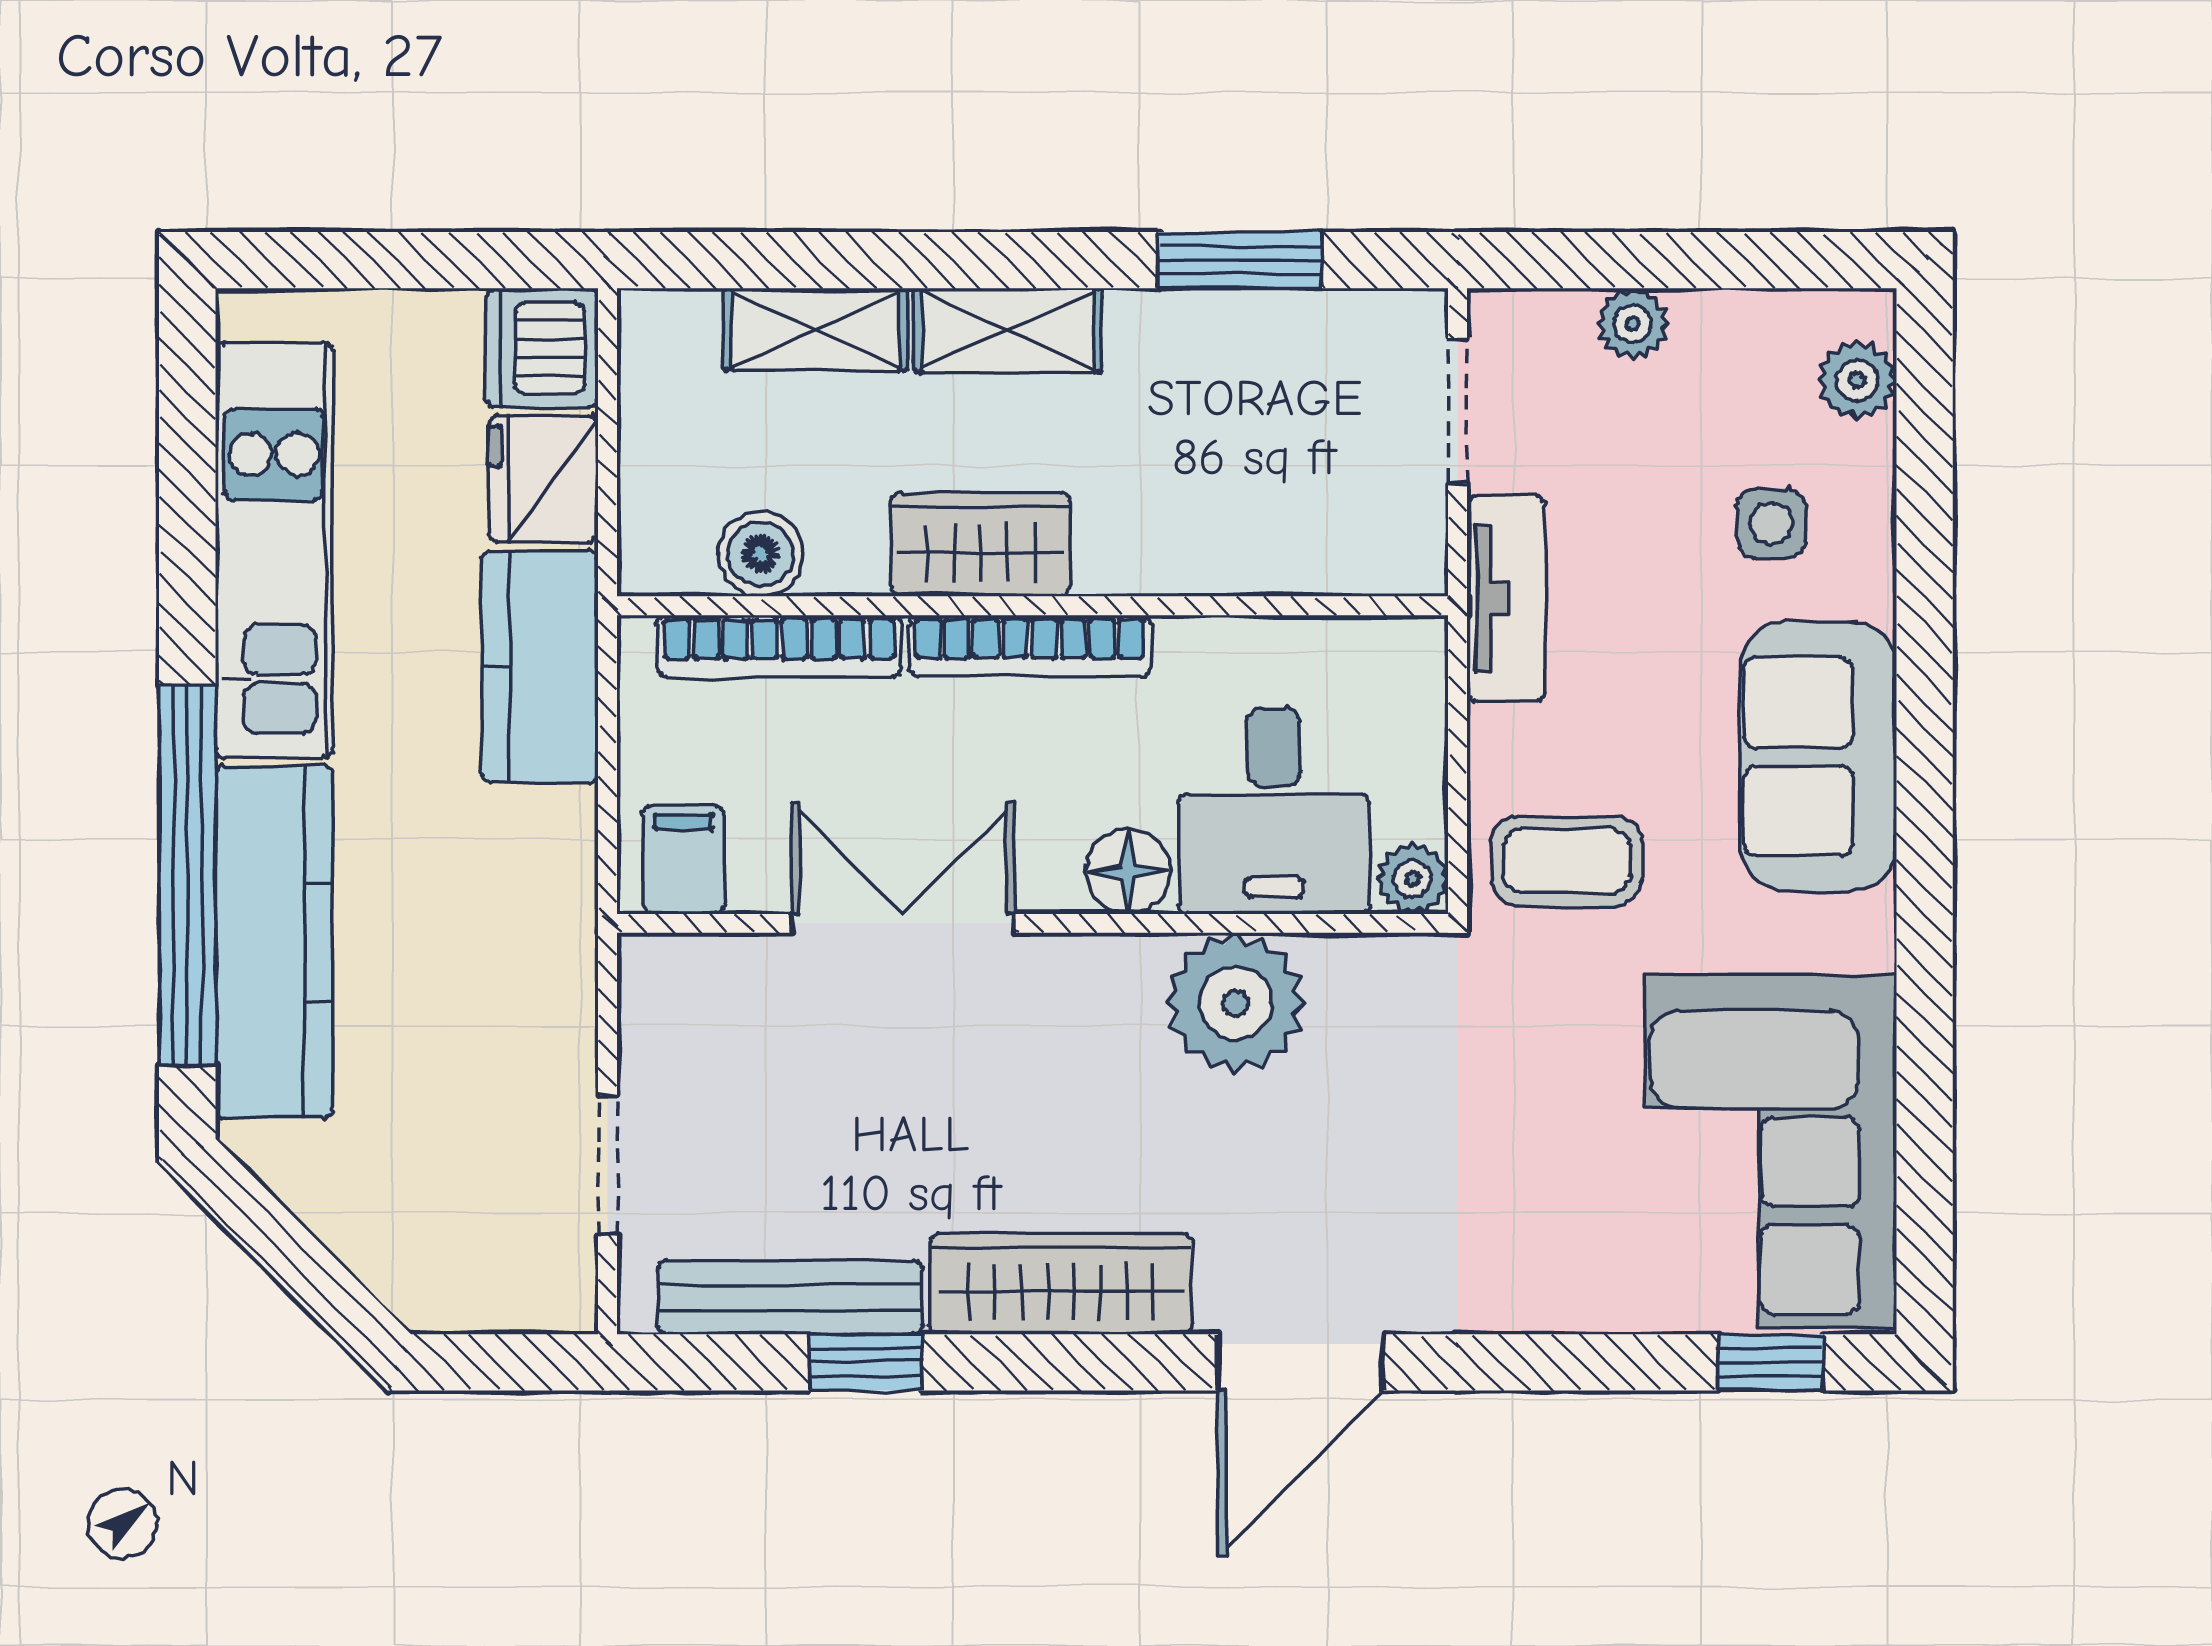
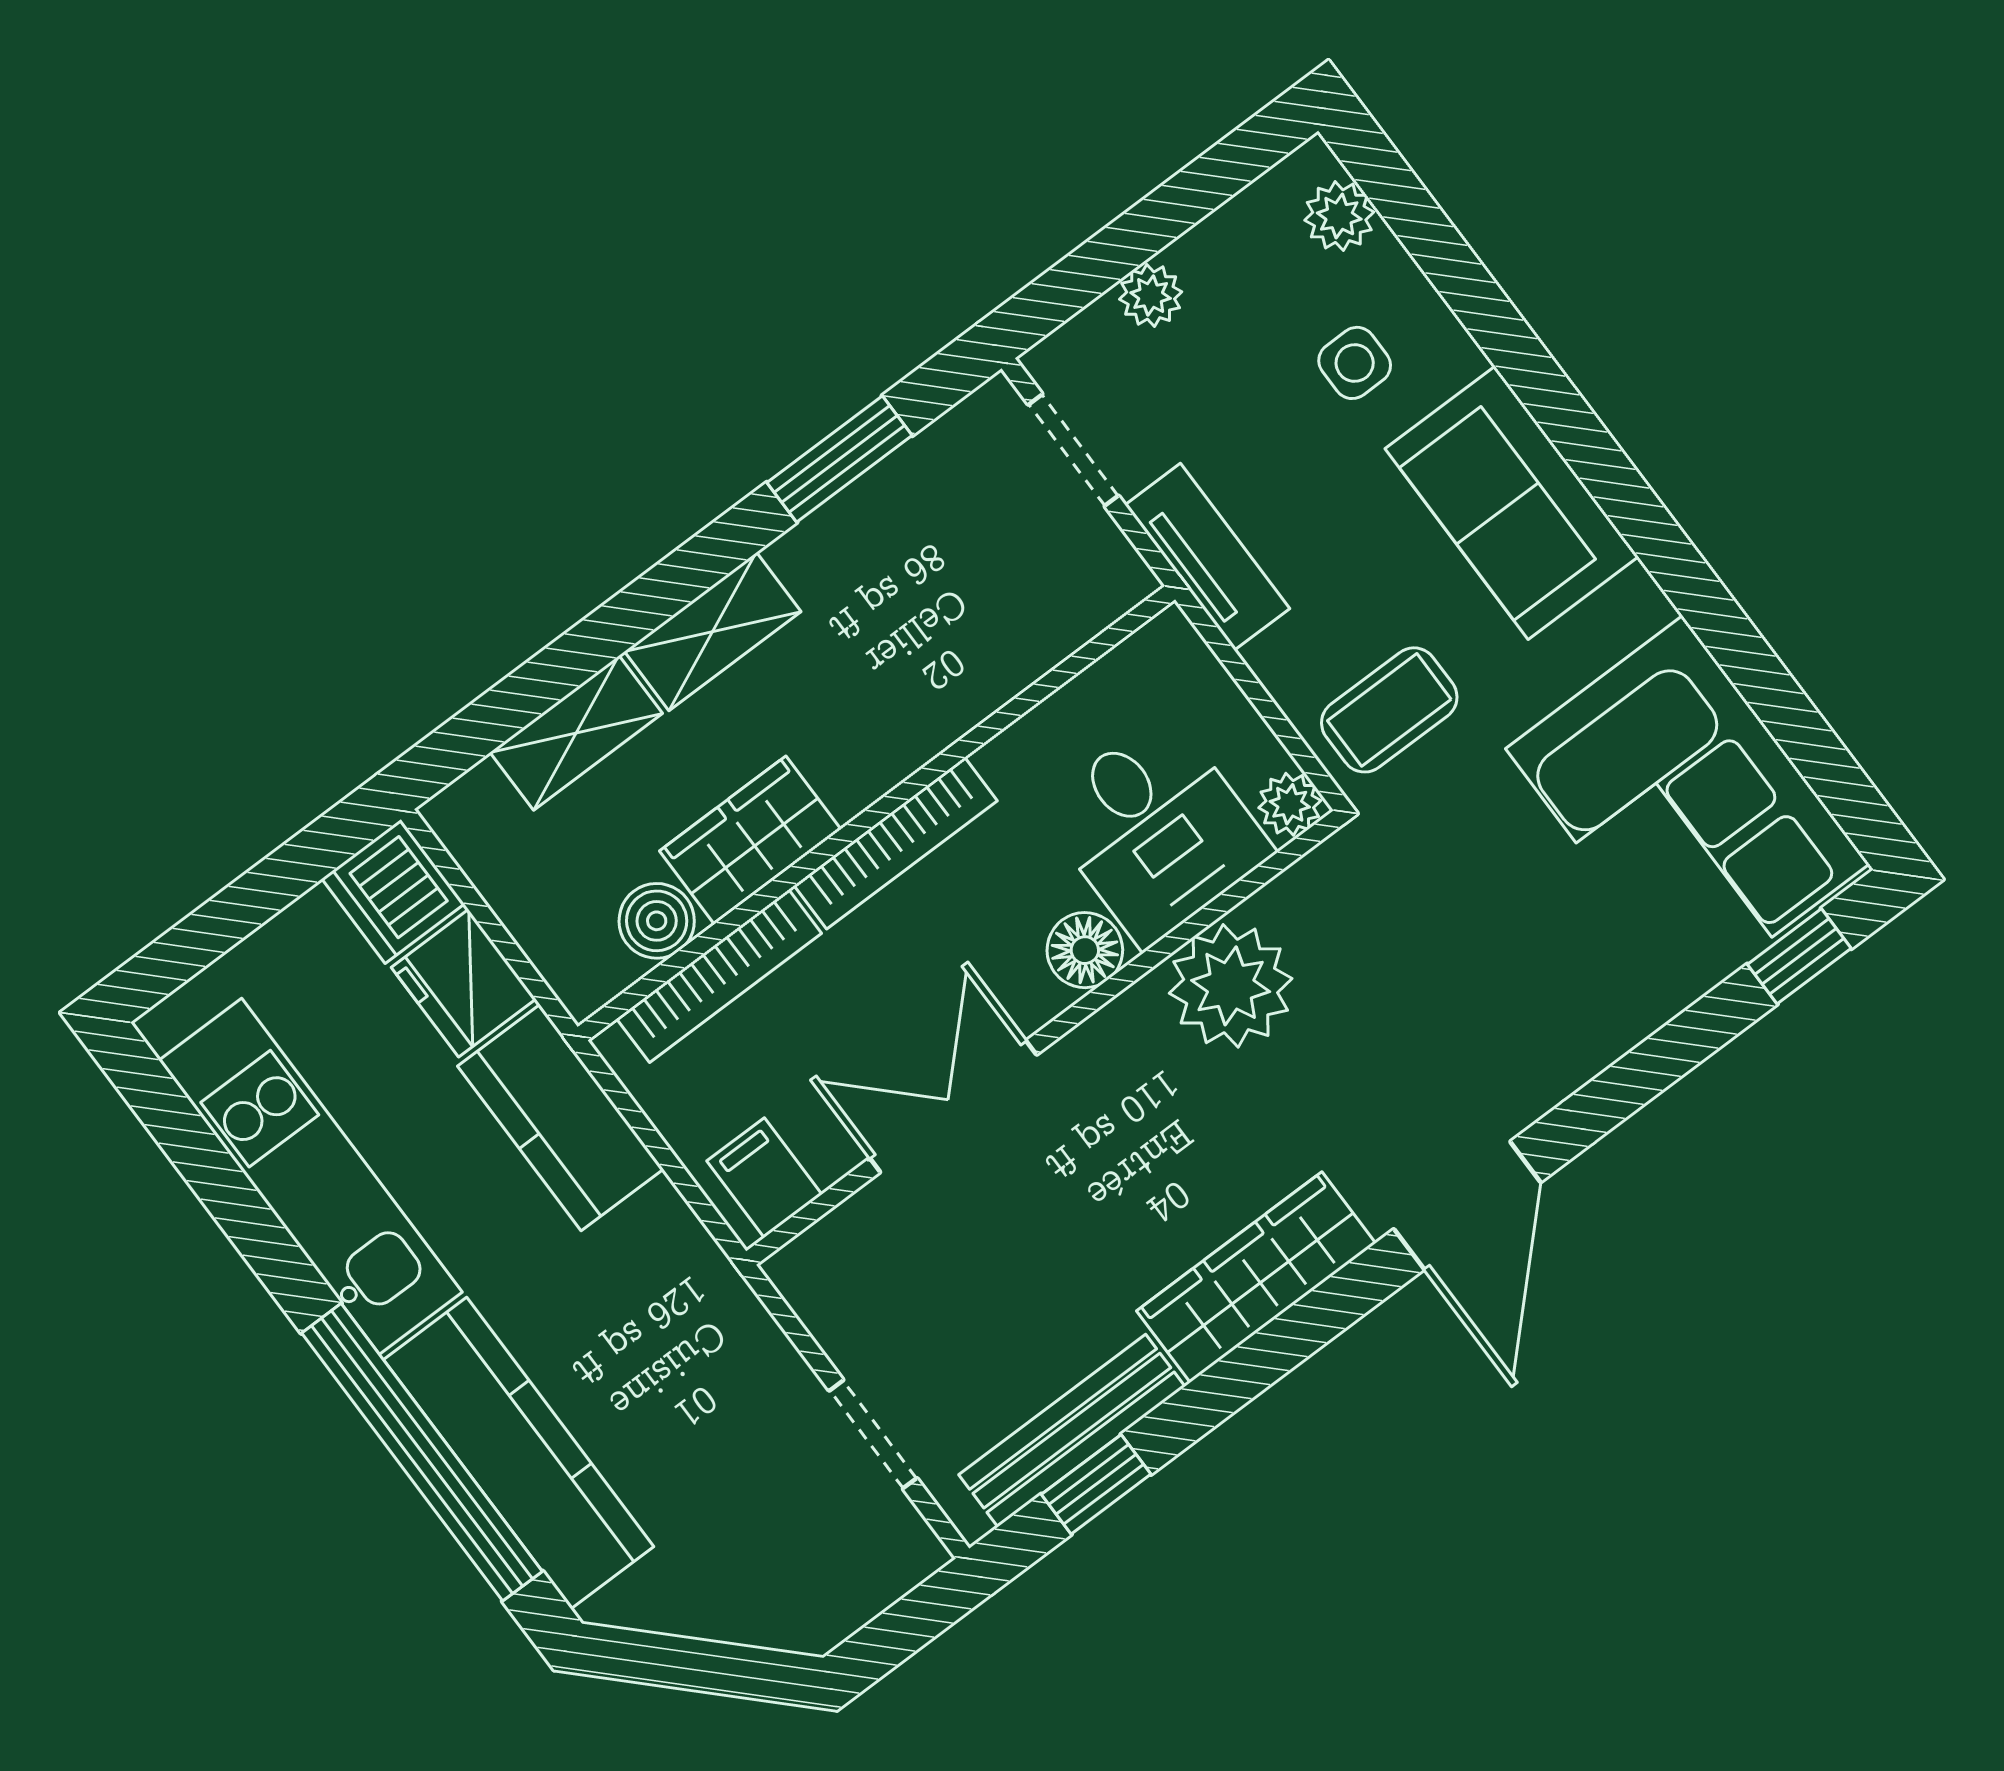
wardrobe: (981, 544) -> (750, 840), moved
window: (866, 1362) -> (1096, 1484), moved

